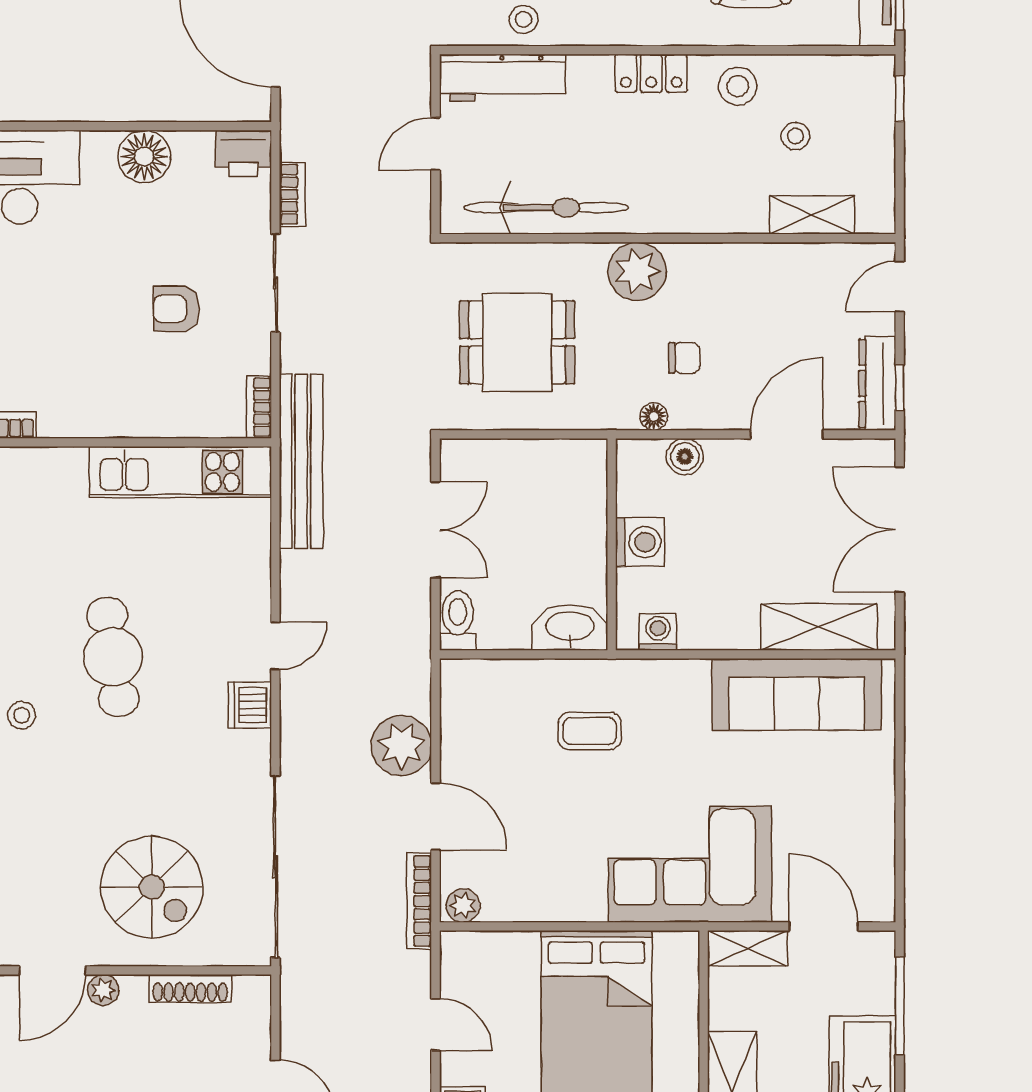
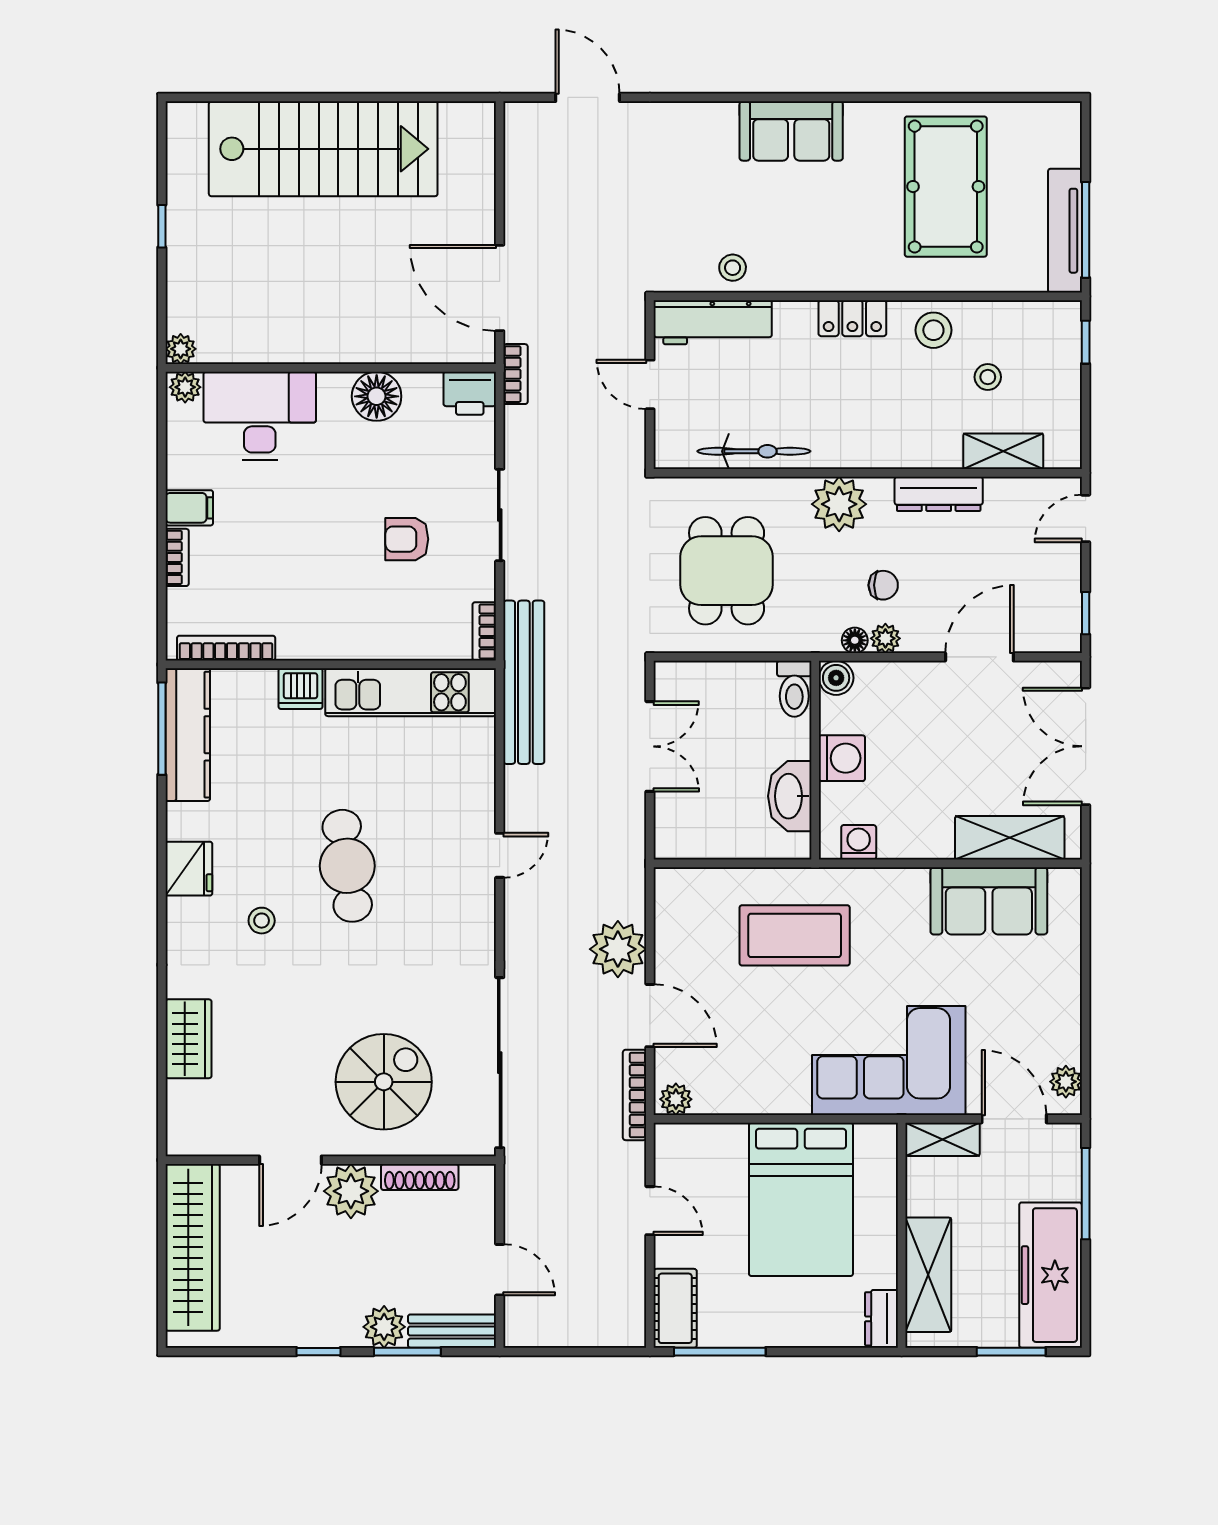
door: (435, 144) -> (650, 384), hinge flipped
bookcase: (292, 194) -> (516, 374), moved
bicycle: (546, 207) -> (754, 451), width x0.73, depth x0.71
dining table: (517, 342) -> (727, 571), turned 90
dresser: (877, 383) -> (939, 494), moved, turned -90
plant: (686, 415) -> (885, 638), added
boiler: (685, 457) -> (836, 678), moved
toilet: (458, 620) -> (794, 689), moved, turned 180
washbasin: (570, 627) -> (790, 796), moved, turned -90
sofa: (797, 694) -> (989, 901), width x0.73
dishwasher: (250, 705) -> (300, 689), moved, turned -90
coffee table: (590, 731) -> (795, 935), width x1.86, depth x1.72
spiral stairs: (152, 887) -> (384, 1082), turned -90
plant: (879, 887) -> (1066, 1082), added
plant: (103, 990) -> (351, 1191), width x1.87, depth x1.87

